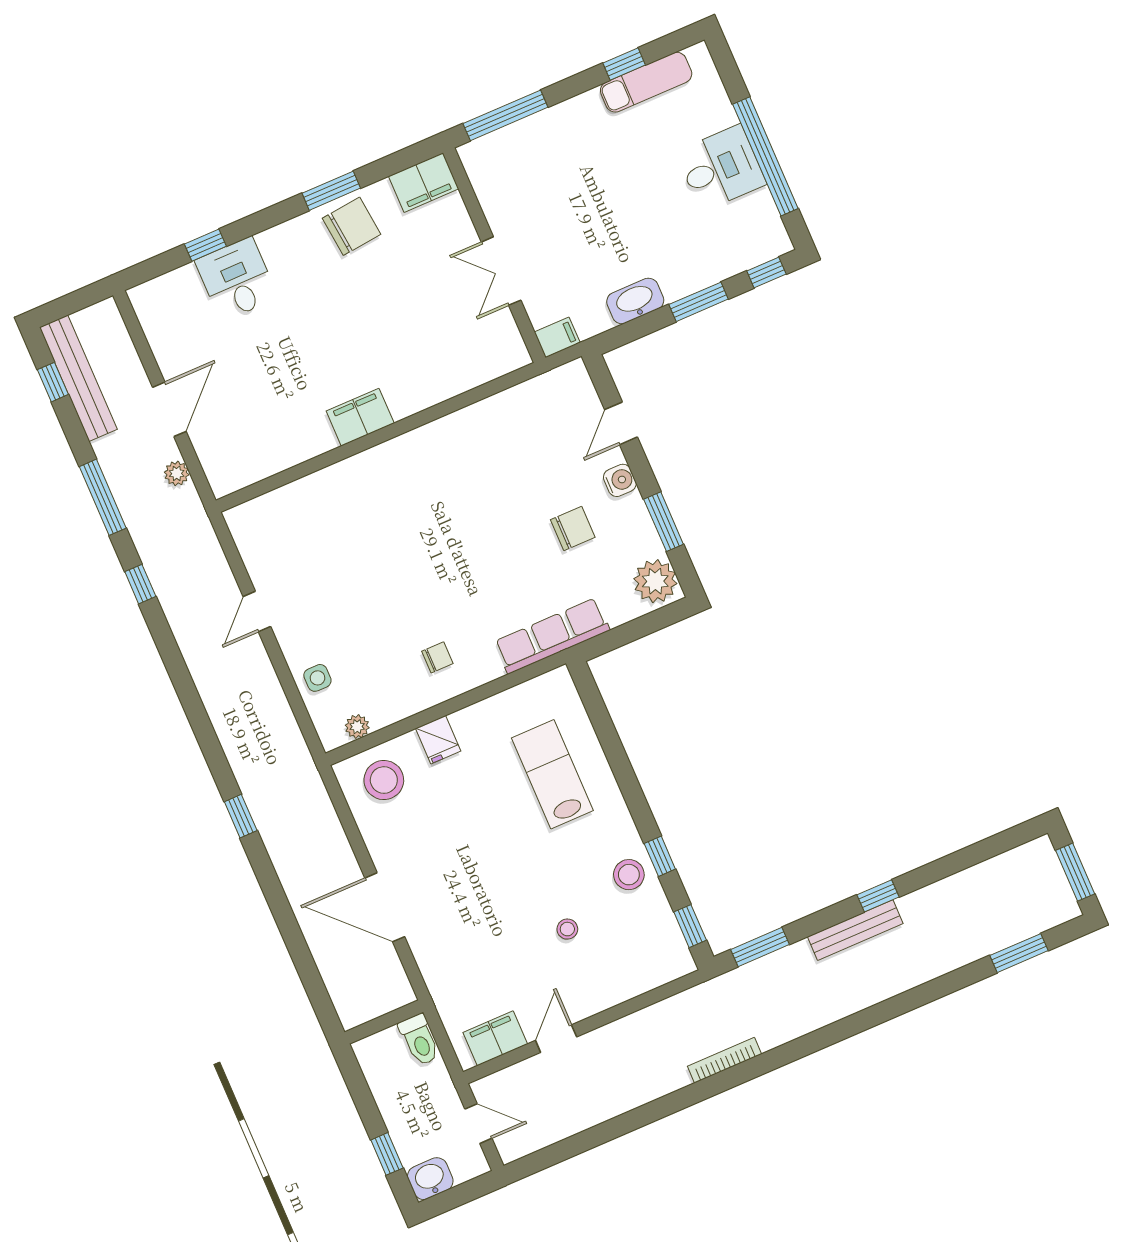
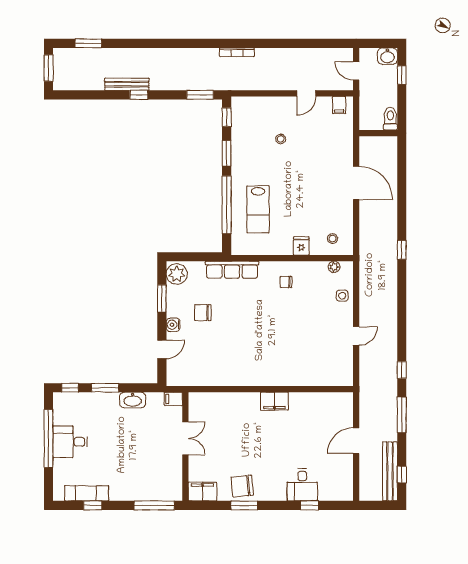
plant: (177, 473) -> (365, 411), removed
window: (617, 757) -> (227, 205), added
stool: (384, 780) -> (333, 239), width x0.53, depth x0.53
window: (660, 856) -> (227, 153), width x1.50
stool: (629, 875) -> (244, 151), removed
bench: (855, 930) -> (127, 84), moved
filing cabinet: (495, 1038) -> (339, 105), width x0.50
toilet: (419, 1040) -> (390, 119), moved

